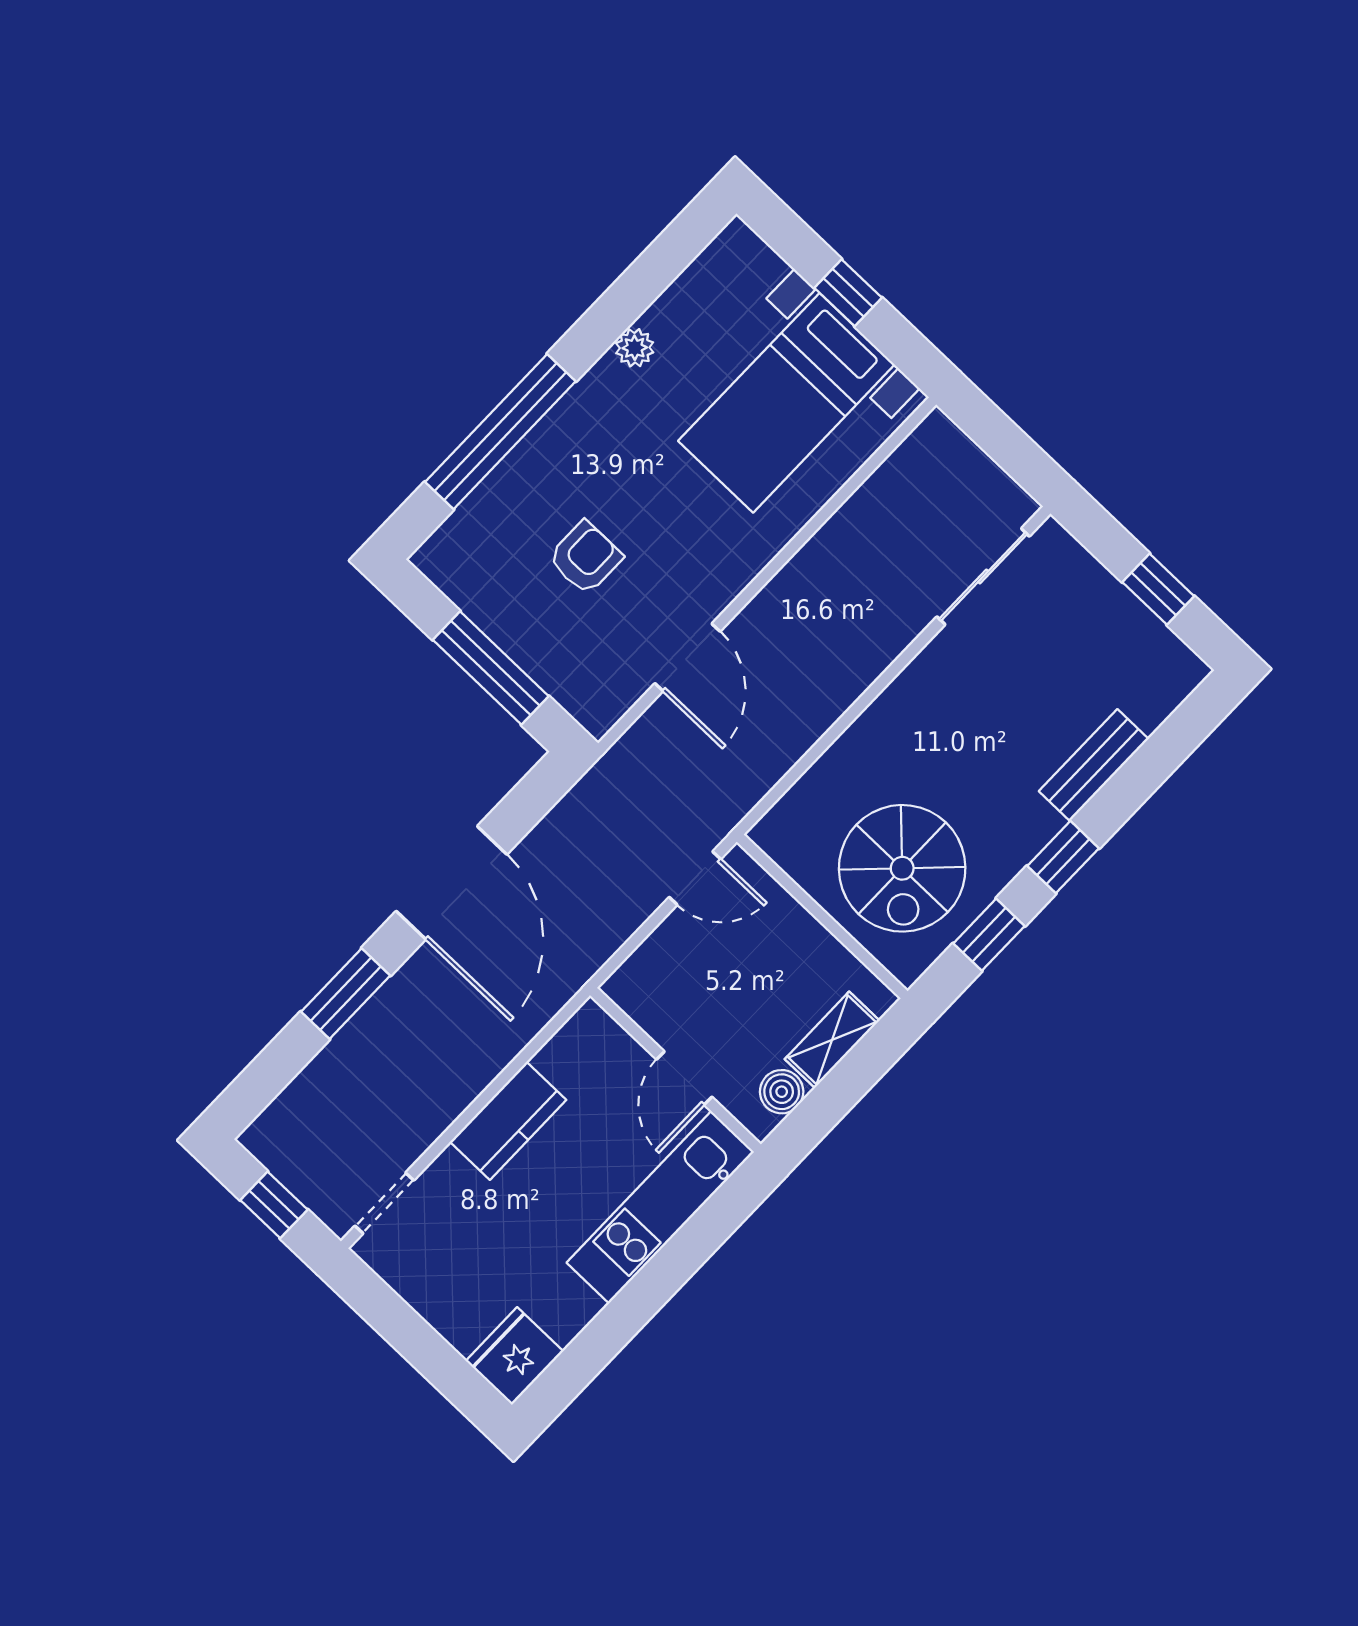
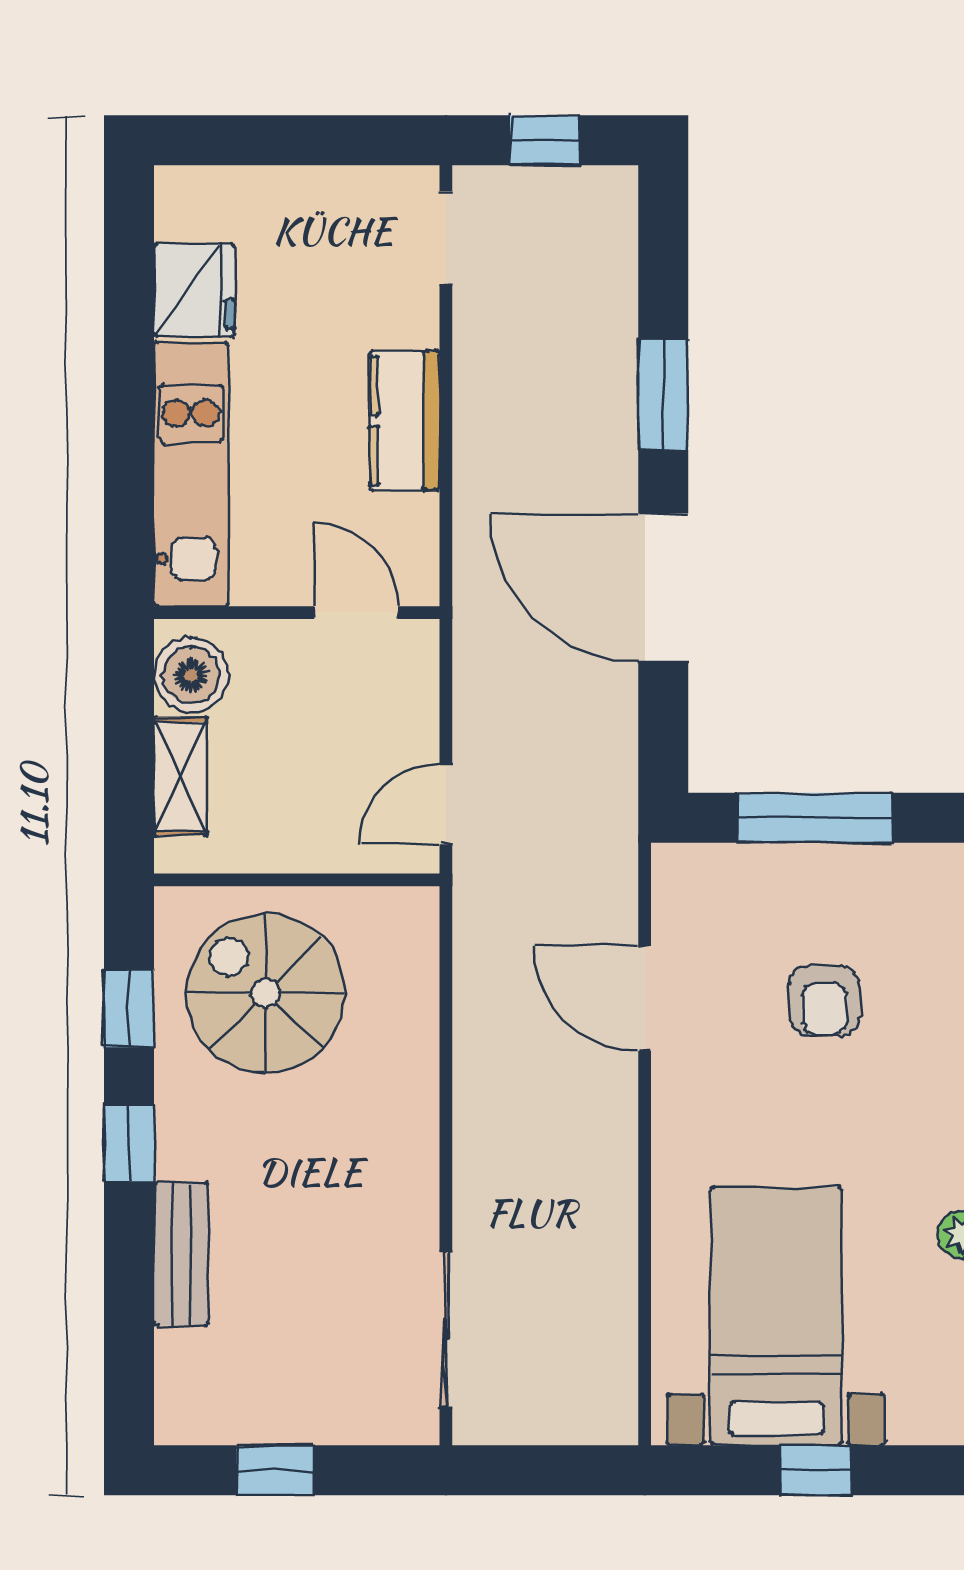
door: (684, 1078) -> (356, 613), moved
boiler: (782, 1092) -> (191, 675), width x1.36, depth x1.36
fridge: (515, 1356) -> (194, 290), moved

